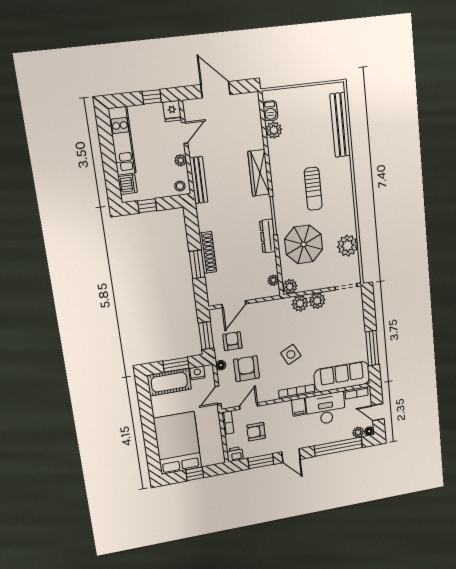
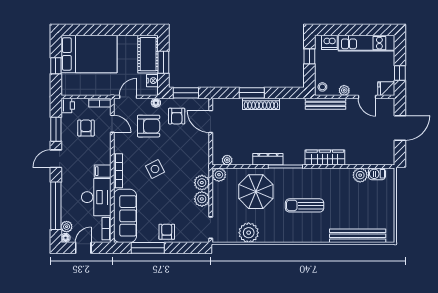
armchair: (354, 332) -> (167, 232), added
armchair: (232, 341) -> (177, 116), turned 90
door: (218, 395) -> (128, 97), hinge flipped

